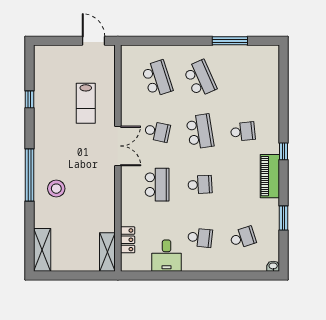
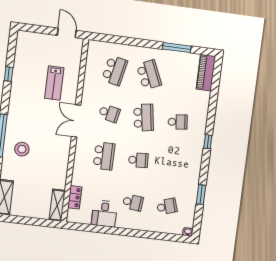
school desk: (157, 79) -> (115, 70), turned 30
double door: (118, 146) -> (76, 121), swing flipped
piano: (270, 176) -> (206, 73), moved

